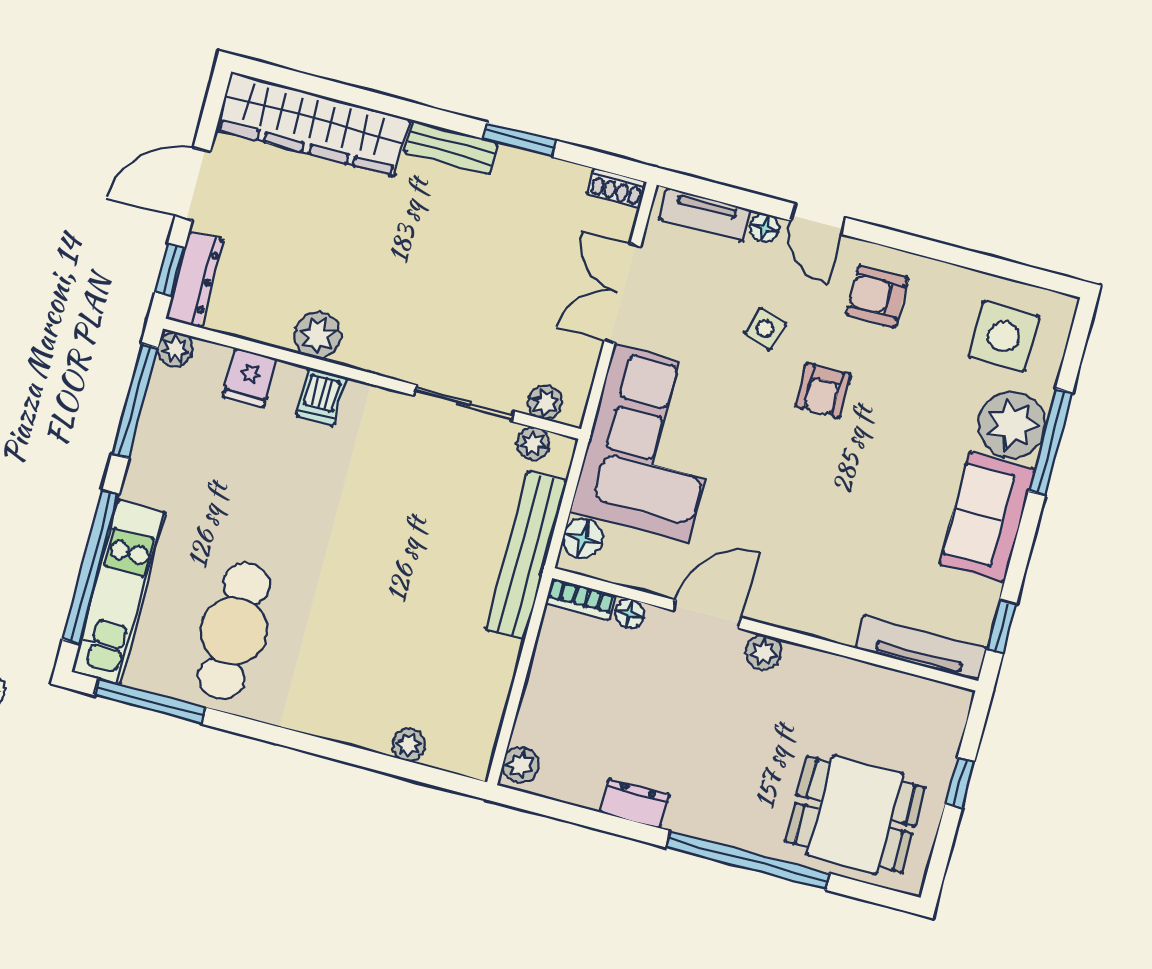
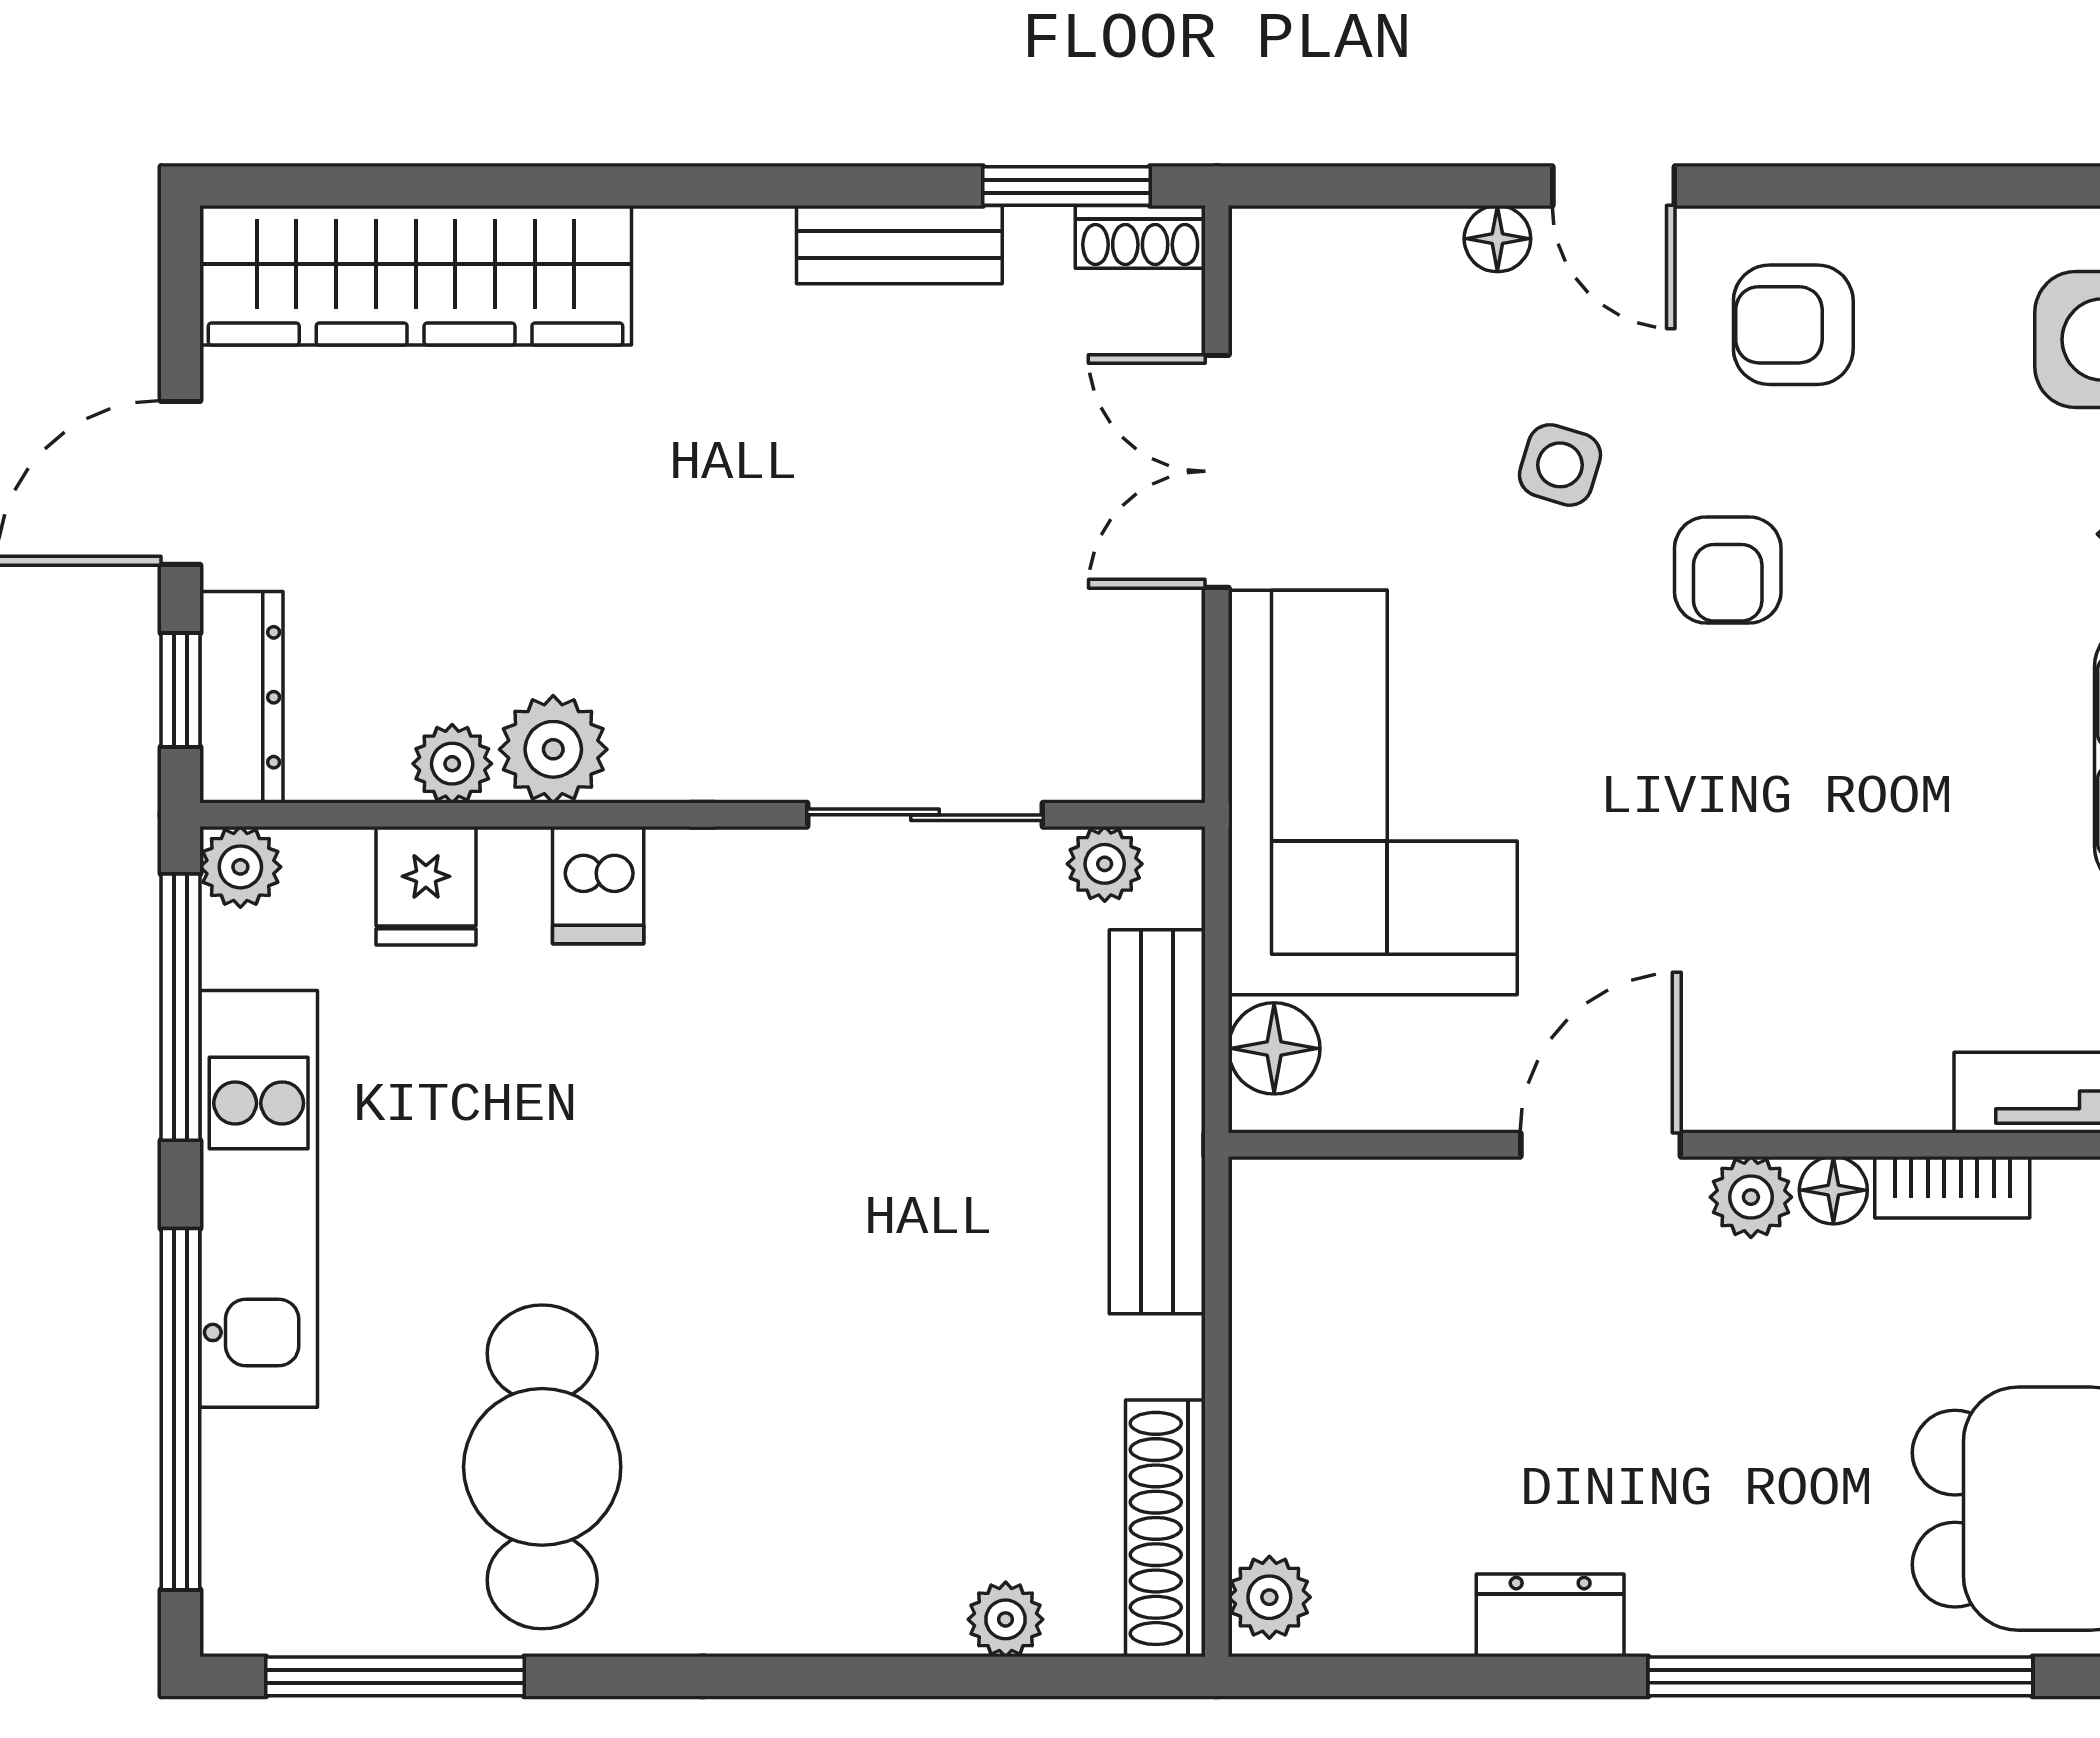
window: (519, 140) -> (1066, 186), moved
bench: (451, 147) -> (899, 245), moved
tv unit: (705, 215) -> (1355, 244), removed
plant: (545, 402) -> (452, 764), moved
kitchen unit: (119, 592) -> (259, 1199), moved
bookcase: (581, 599) -> (1952, 1187), moved
floor lamp: (629, 614) -> (1833, 1190), moved
shoe rack: (485, 725) -> (1165, 1528), added

